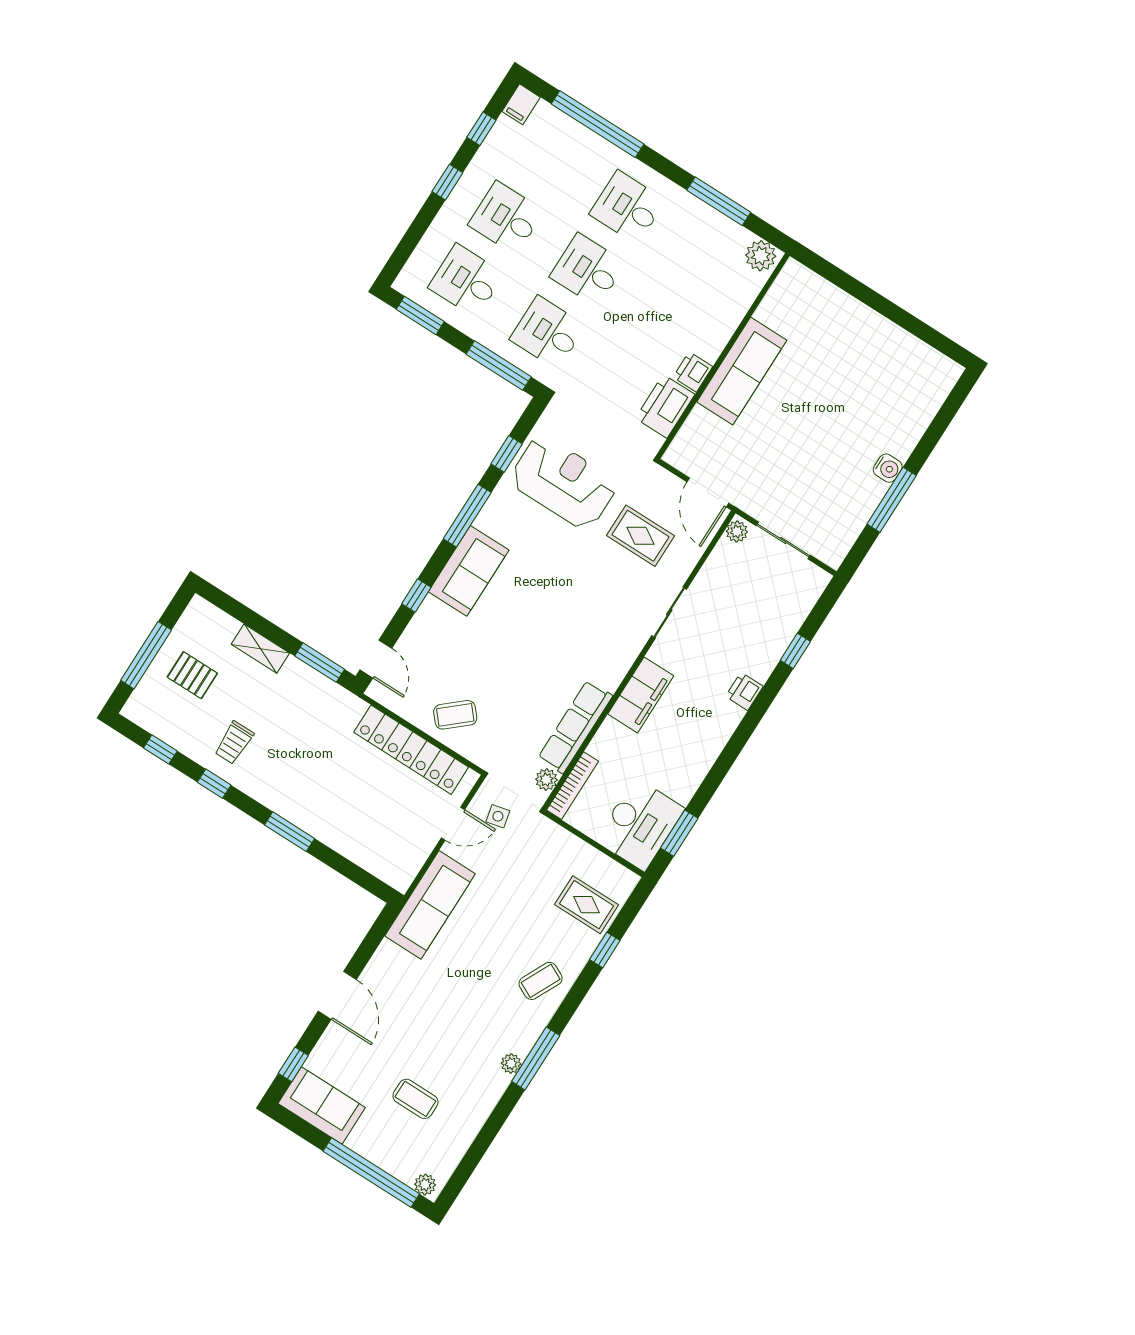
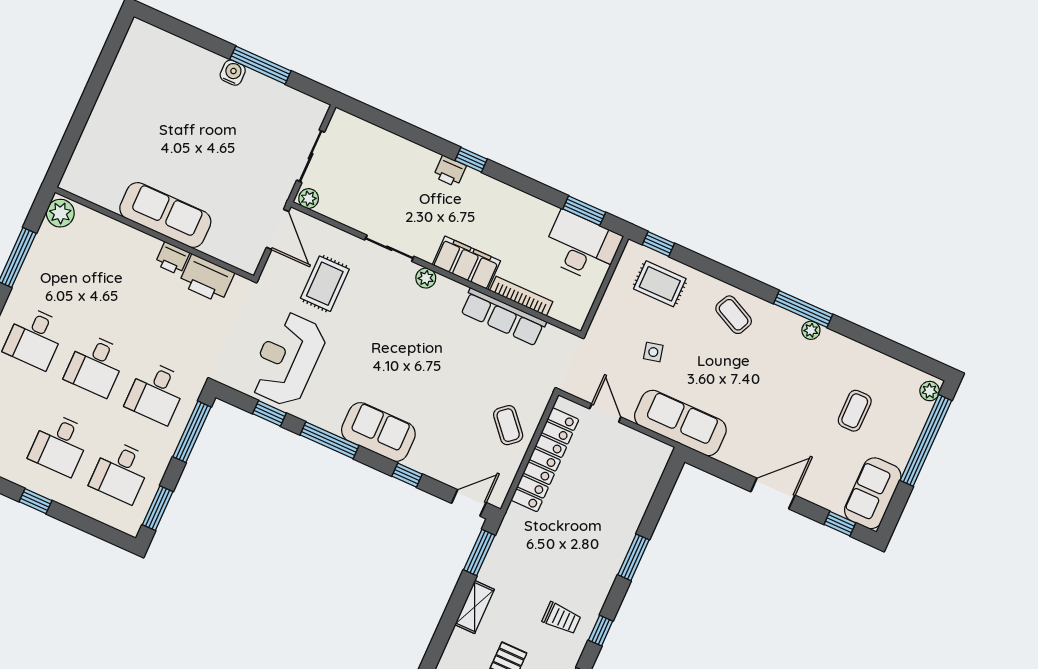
door: (708, 492) -> (278, 229), hinge flipped
window: (795, 651) -> (471, 160), moved
plant: (546, 780) -> (426, 278), moved
bookcase: (573, 786) -> (521, 296), moved
side table: (498, 816) -> (653, 352), moved
rug: (587, 905) -> (660, 284), turned 90
window: (605, 950) -> (658, 244), moved

